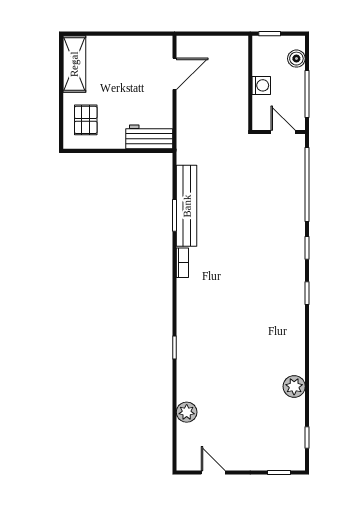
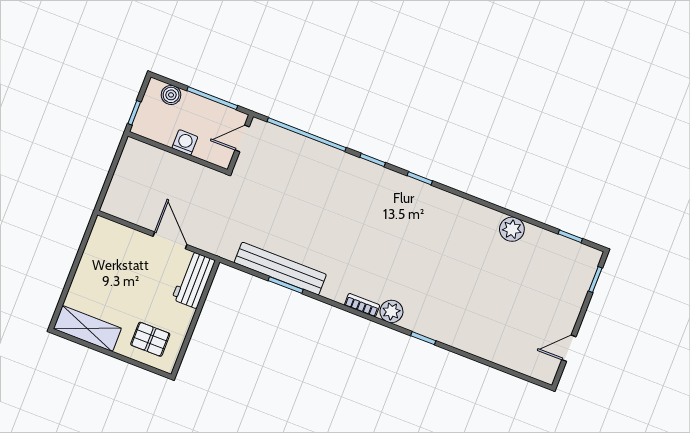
door: (175, 74) -> (170, 240), moved
bookcase: (182, 263) -> (362, 305), moved
plant: (187, 412) -> (391, 311), moved

